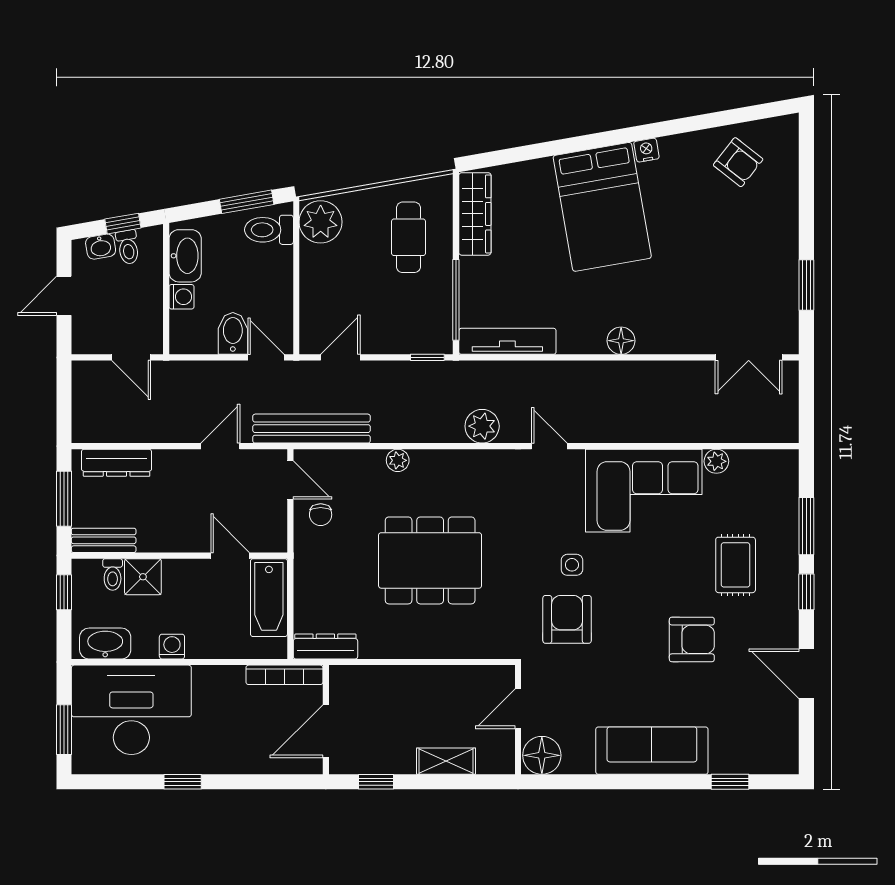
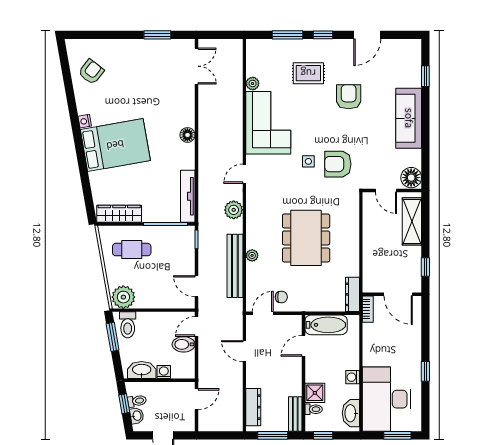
bench: (312, 429) -> (235, 266), moved
bookcase: (284, 675) -> (368, 309), width x0.64
shelving: (446, 761) -> (412, 221), width x1.50, depth x1.33

